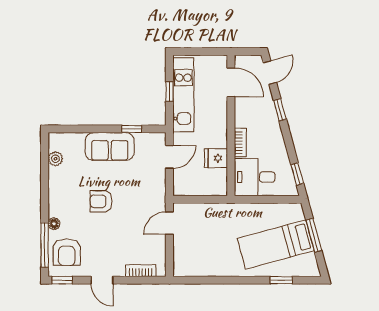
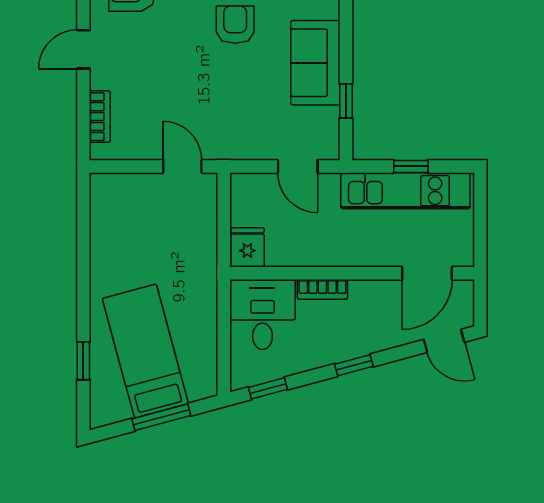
window: (280, 110) -> (354, 365), moved
fridge: (216, 158) -> (247, 247), moved
armchair: (101, 201) -> (235, 25), moved

